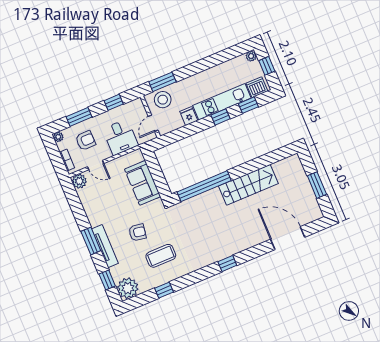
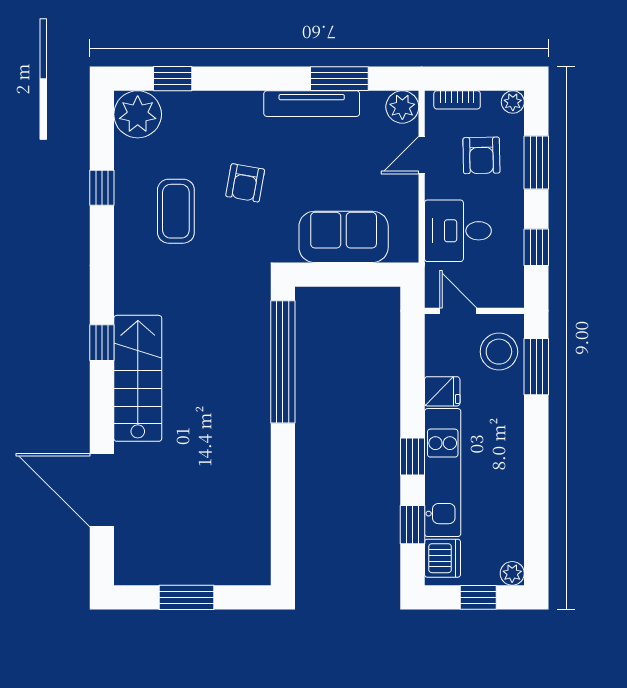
stairs: (248, 185) -> (138, 378), moved, turned 180
door: (288, 238) -> (102, 490), swing flipped
window: (91, 241) -> (339, 79), moved
tv unit: (105, 246) -> (312, 104), moved

